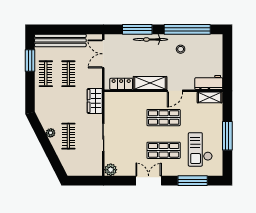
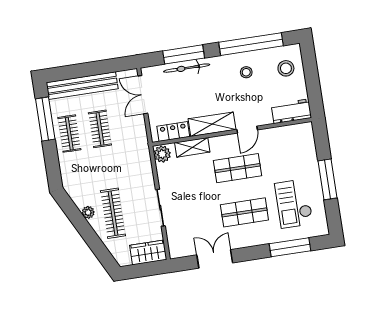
bicycle: (151, 39) -> (187, 68), moved
stool: (210, 51) -> (286, 68), added
window: (30, 60) -> (45, 119), width x1.44
shelving: (210, 97) -> (192, 147), moved
wardrobe: (95, 101) -> (148, 253), moved, turned 90
clothes rail: (68, 136) -> (113, 213), width x1.36
plant: (111, 170) -> (162, 154), moved
double door: (149, 181) -> (215, 259), moved

